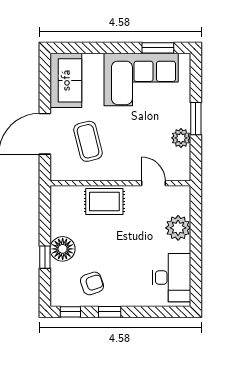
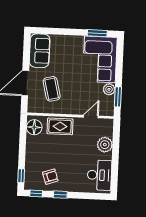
corner sofa: (141, 79) -> (100, 59), moved, turned 90
window: (196, 119) -> (118, 97), moved
door: (153, 183) -> (91, 117), hinge flipped
floor lamp: (63, 249) -> (34, 127), moved
window: (45, 257) -> (21, 176), moved

